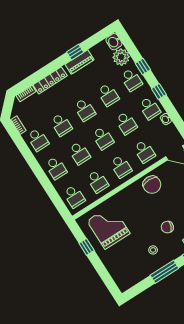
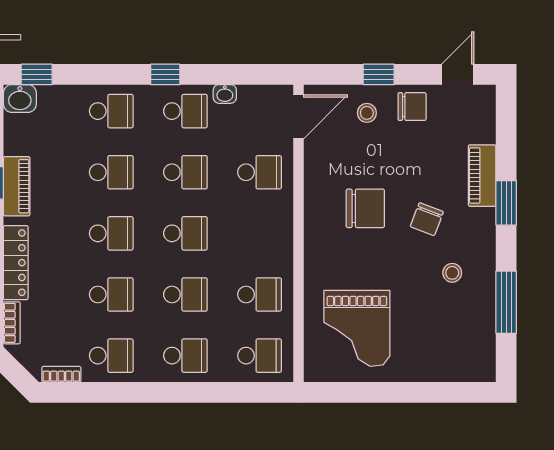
plant: (121, 57) -> (57, 103), removed
window: (143, 67) -> (37, 74), moved
school desk: (121, 167) -> (260, 233), removed
chair: (152, 185) -> (365, 208), moved
grand piano: (108, 227) -> (357, 328), turned -90
window: (87, 247) -> (368, 392), removed
window: (164, 272) -> (506, 302), moved

